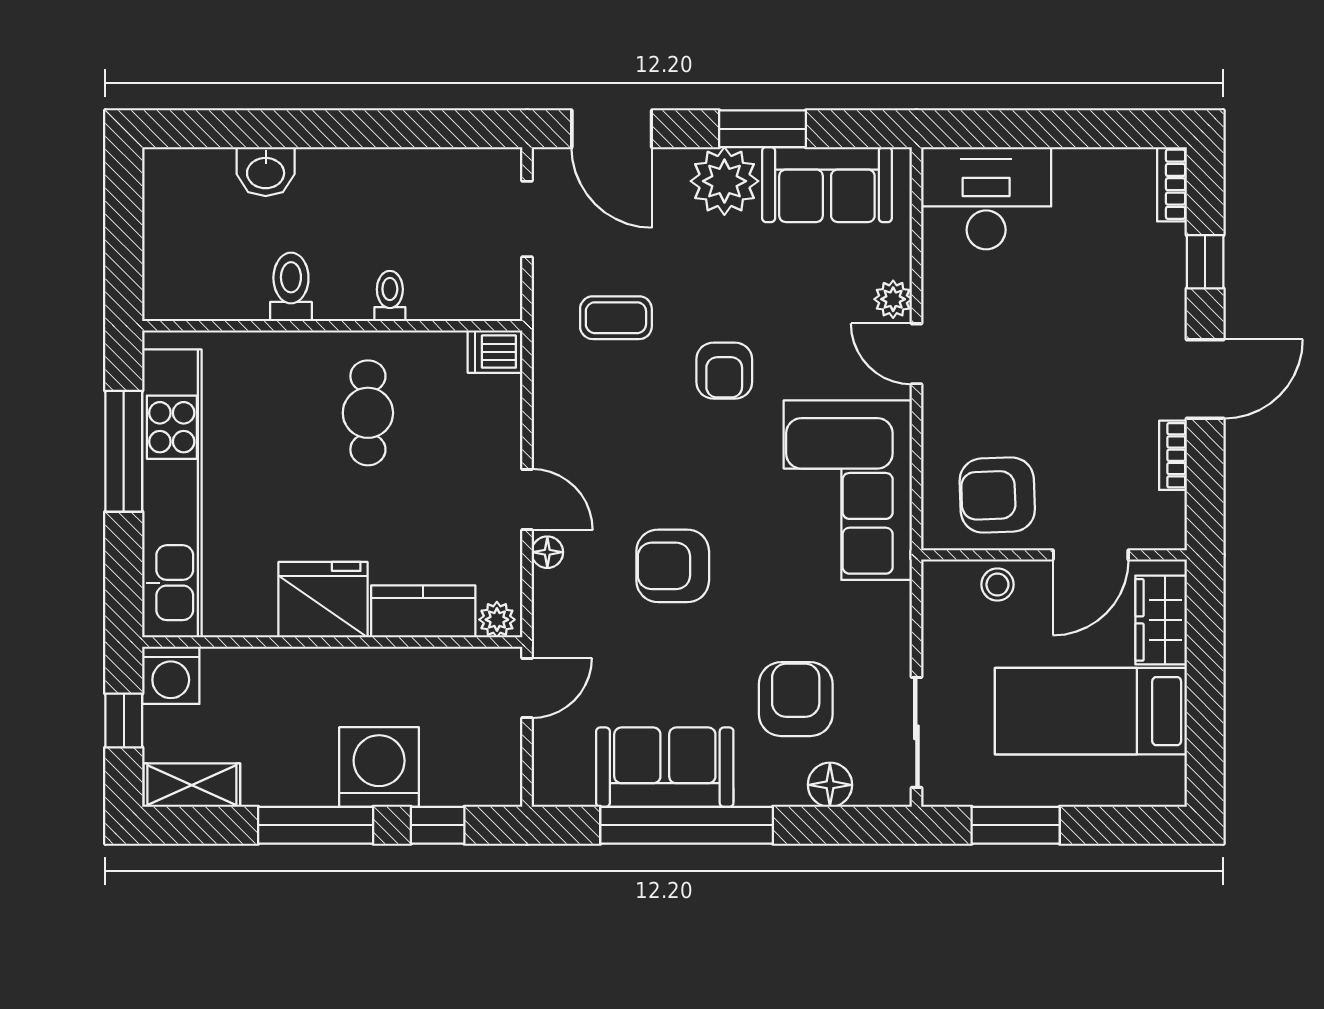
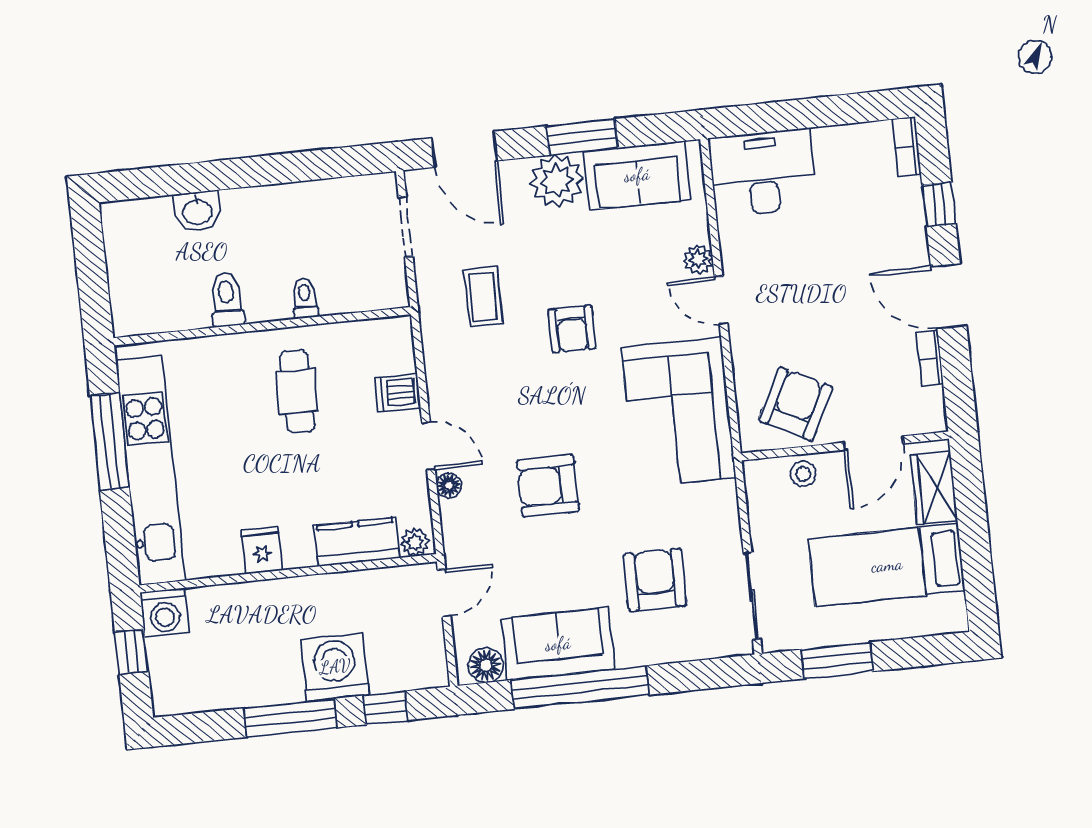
coffee table: (616, 318) -> (483, 297), turned 90
dishwasher: (495, 352) -> (398, 393), moved
door: (1205, 379) -> (949, 296), swing flipped
armchair: (997, 495) -> (796, 404), turned 119
fridge: (323, 600) -> (262, 550), width x0.53, depth x0.75
shelving: (192, 785) -> (190, 697), removed
floor lamp: (830, 785) -> (486, 665), moved

